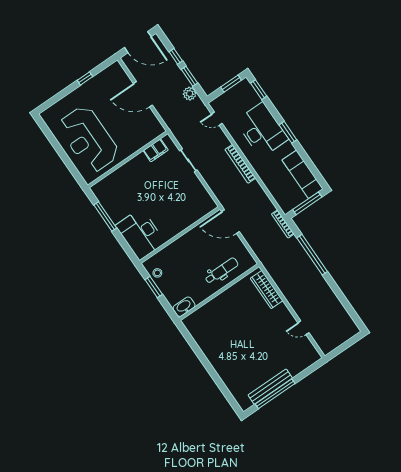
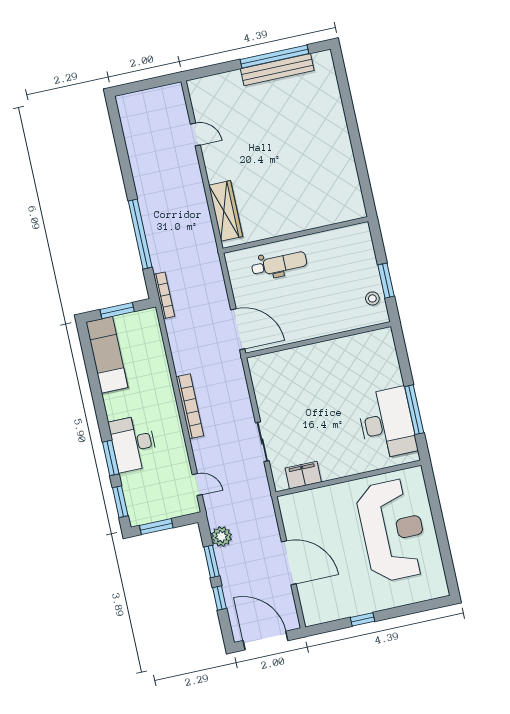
desk: (262, 130) -> (133, 443), width x0.73, depth x0.77
window: (288, 132) -> (111, 458), moved
window: (307, 203) -> (117, 311), width x0.69
desk: (140, 234) -> (387, 423), moved
dental chair: (222, 271) -> (279, 264), turned 180
washbasin: (184, 307) -> (354, 235), removed

